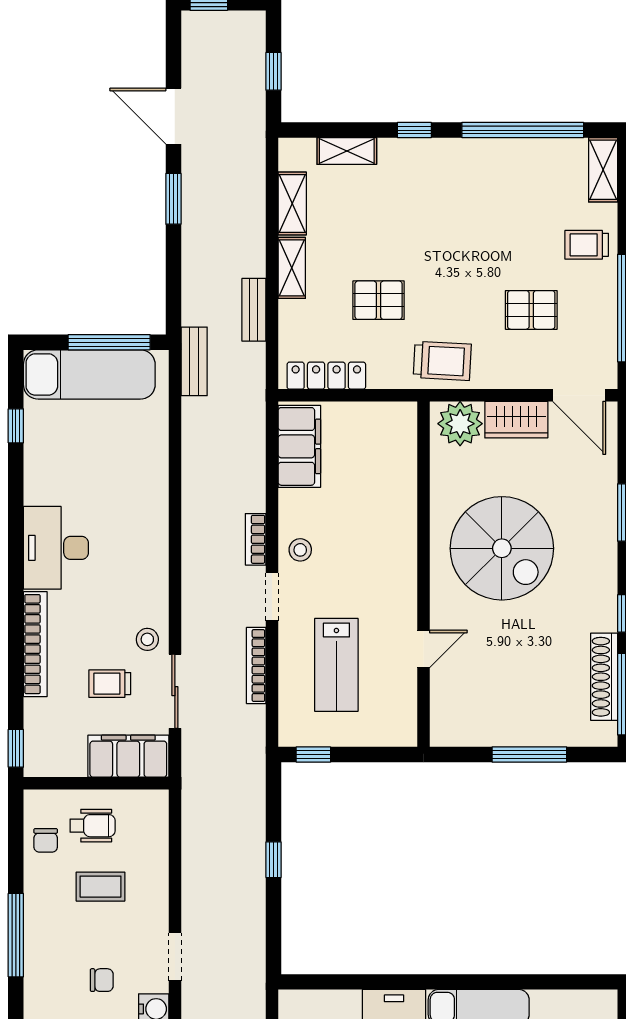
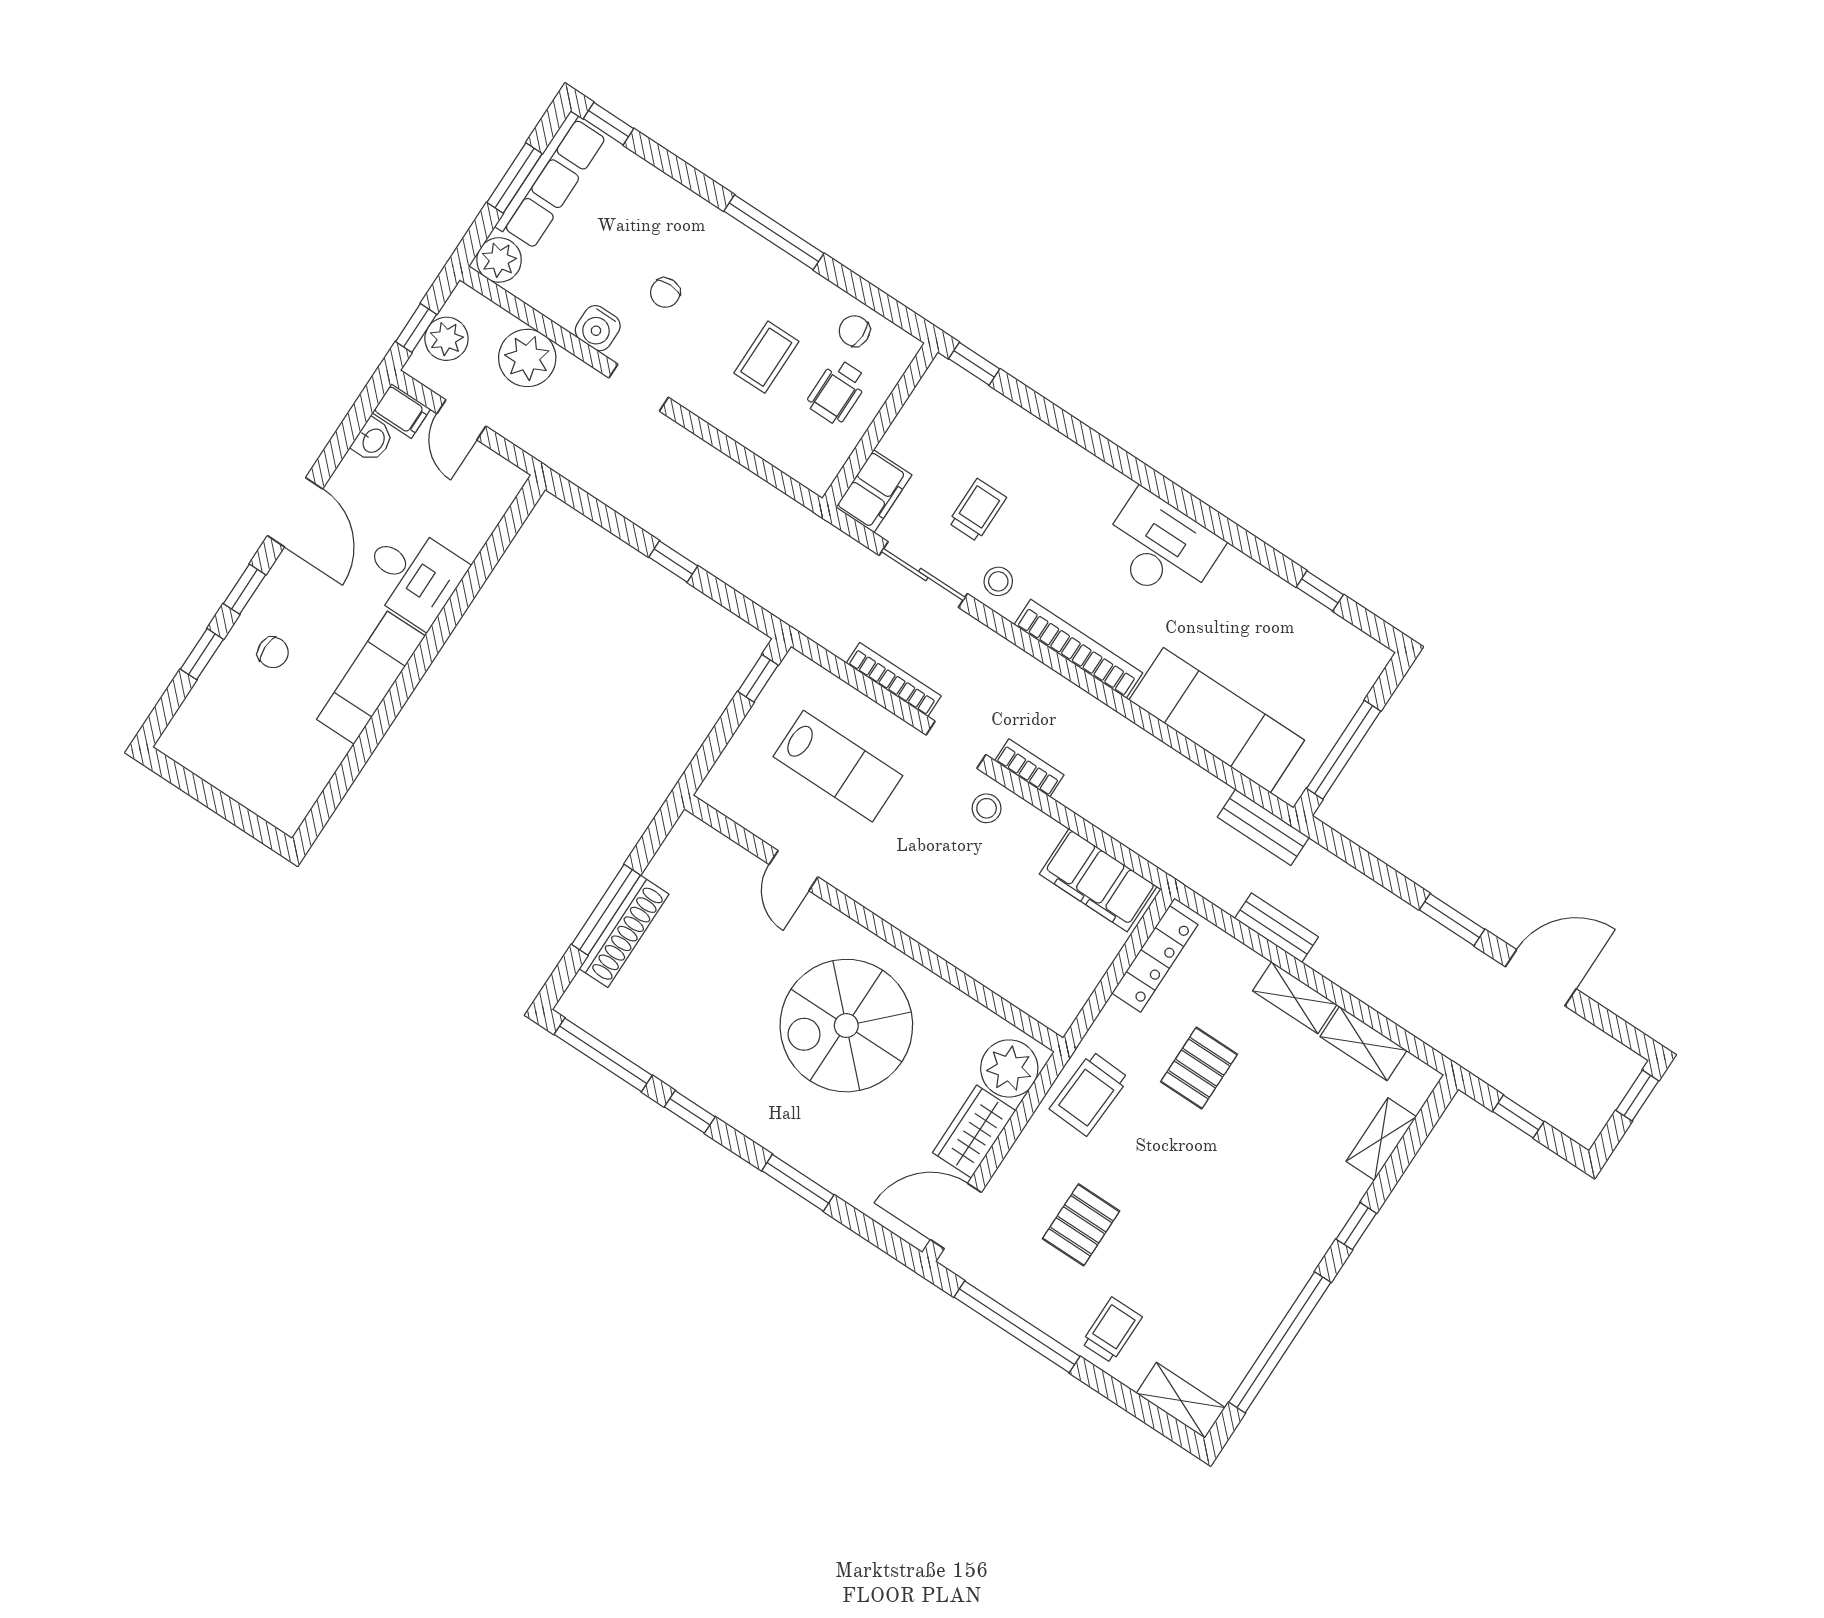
exam couch: (89, 374) -> (1217, 720), moved, turned 90
bookcase: (35, 644) -> (1078, 649), moved, turned 180
lab bench: (336, 665) -> (838, 766), turned 180
shoe rack: (604, 677) -> (624, 931), moved, turned 90
filing cabinet: (128, 756) -> (874, 491), width x0.67, depth x0.86

